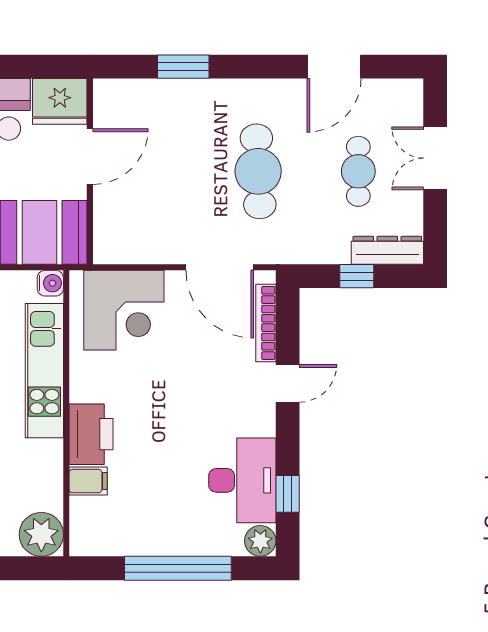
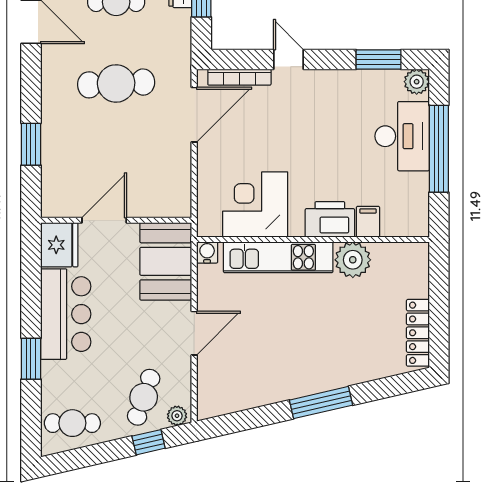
door: (90, 157) -> (104, 220), hinge flipped
corner desk: (124, 310) -> (255, 205), moved, turned -90
desk: (242, 480) -> (402, 136), moved, turned 90
window: (288, 494) -> (378, 59), width x1.50
plant: (41, 534) -> (353, 260), moved

